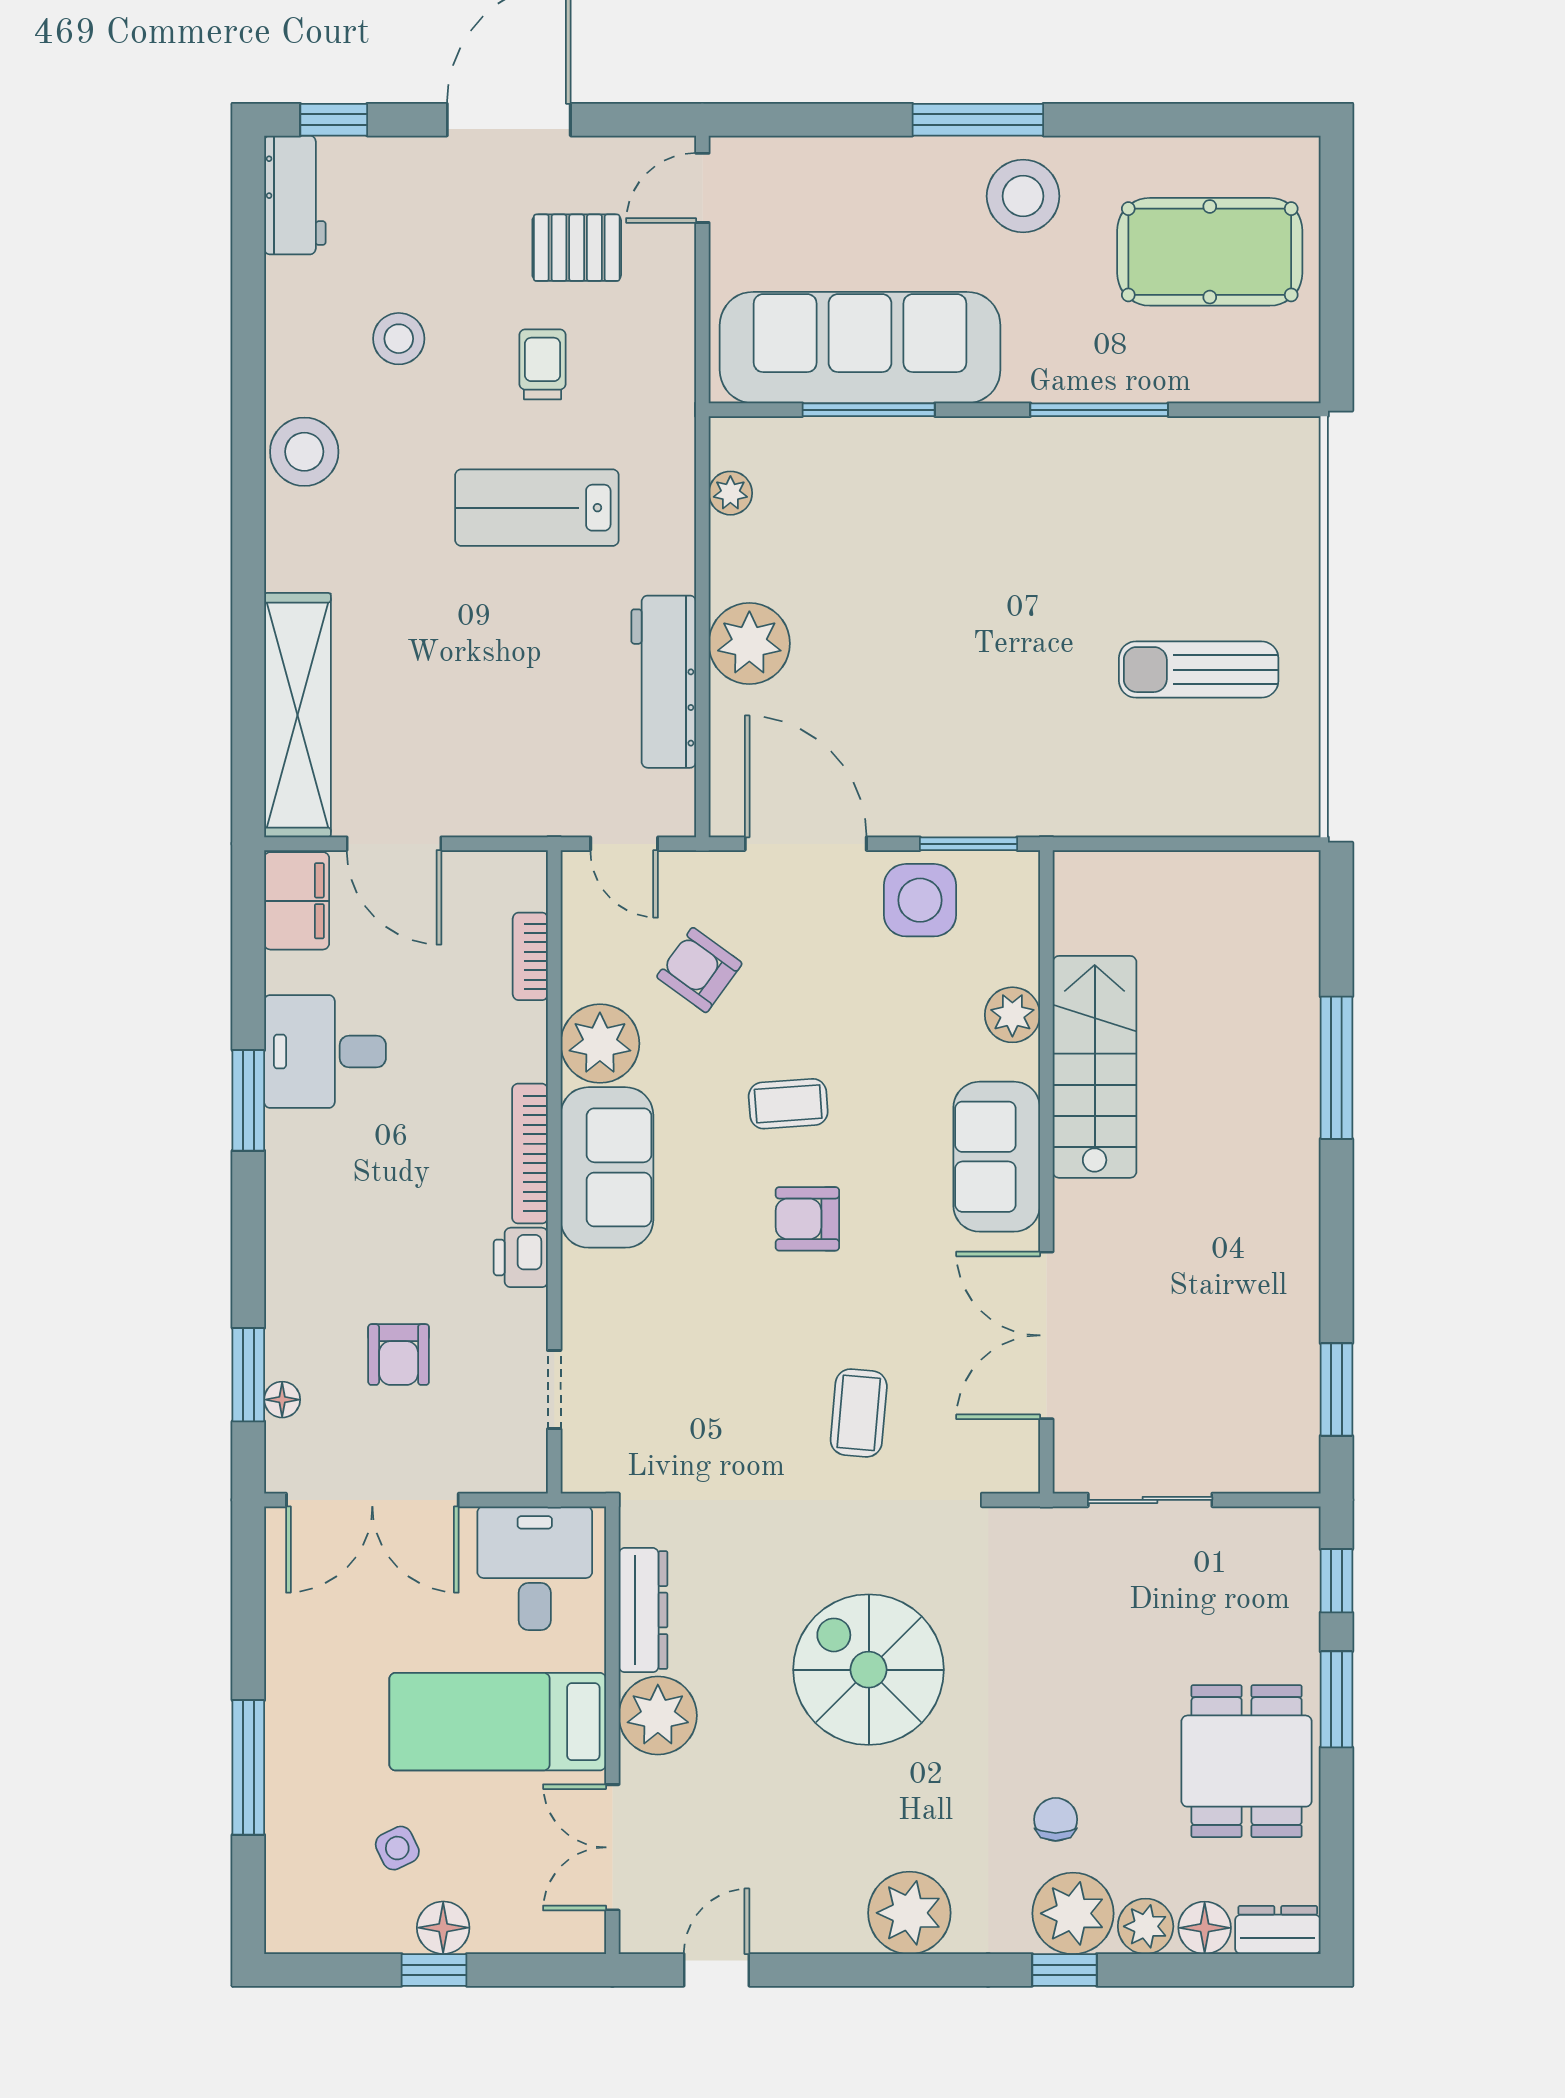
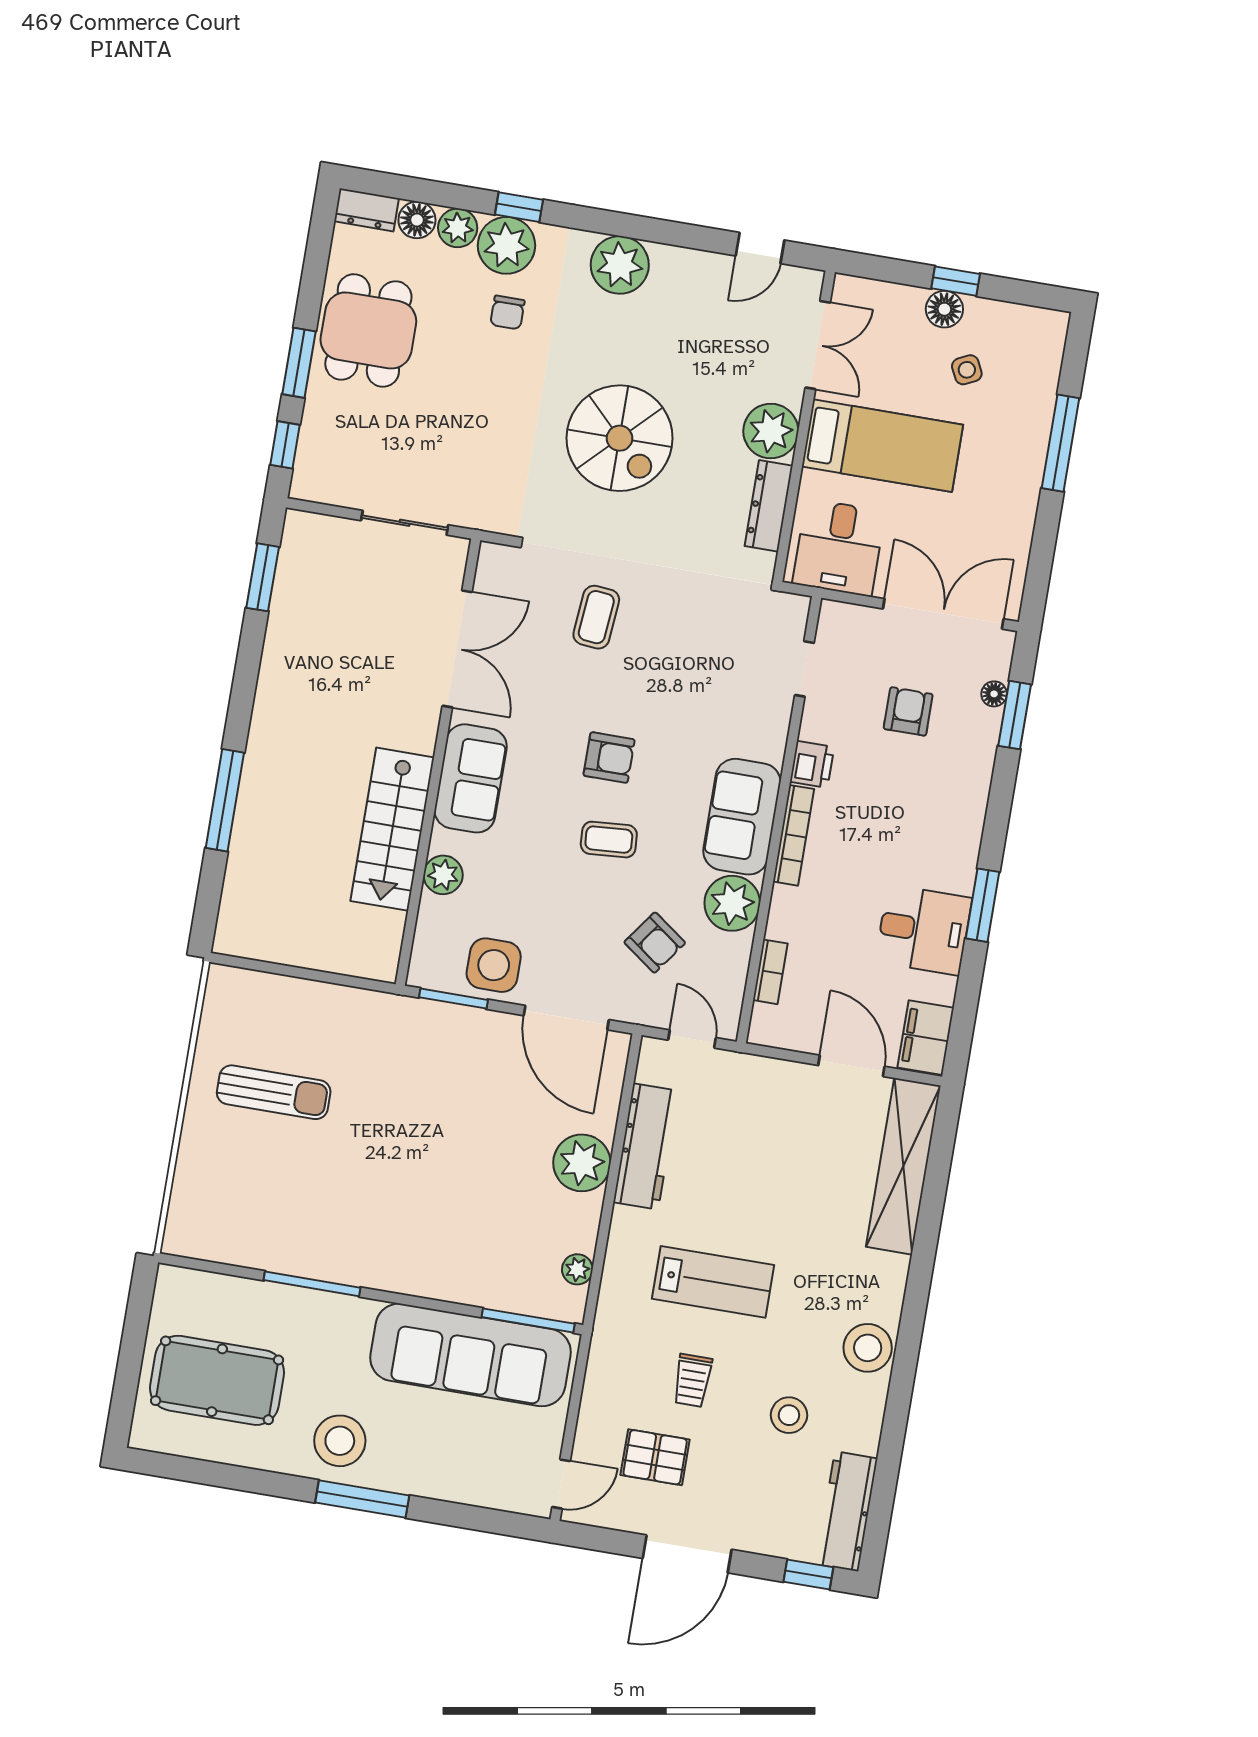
workbench: (295, 195) -> (847, 1511), width x1.37
window: (869, 410) -> (528, 1320), moved

